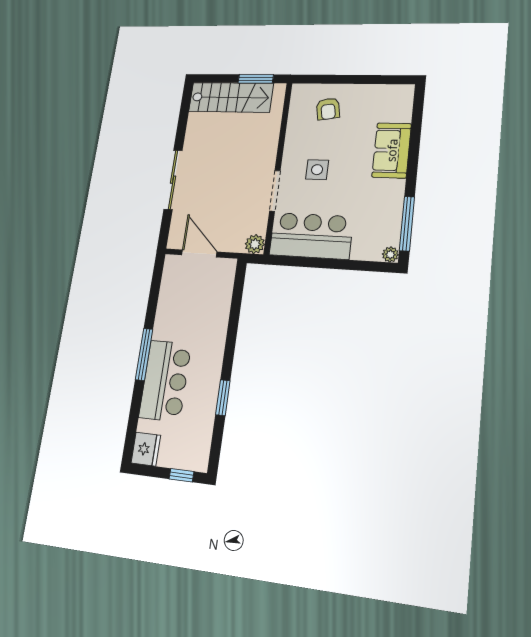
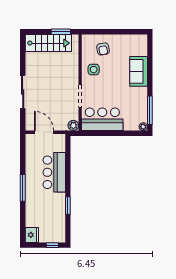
side table: (317, 170) -> (94, 70), moved
bar counter: (165, 381) -> (54, 172), moved, turned 180

